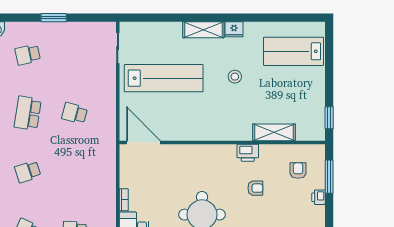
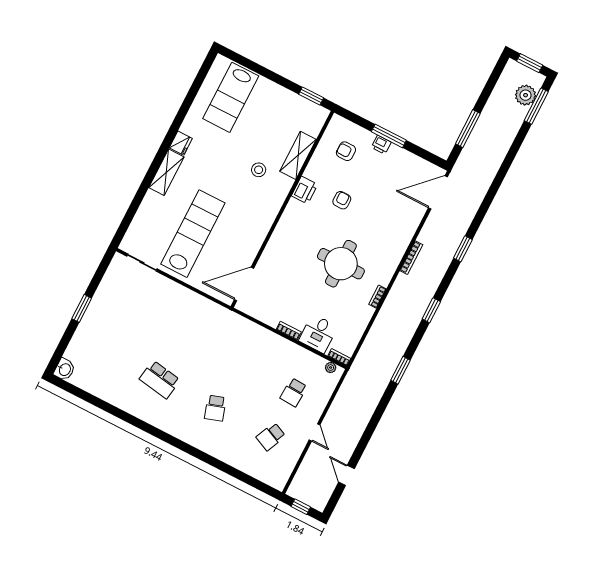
school desk: (28, 55) -> (104, 351), removed
stool: (235, 77) -> (259, 170), moved
school desk: (75, 113) -> (183, 335), removed
window: (329, 177) -> (389, 136), moved

